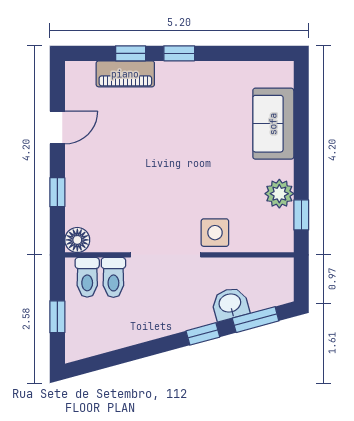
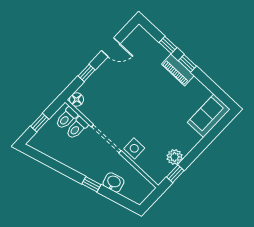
piano: (125, 74) -> (178, 70), moved
sofa: (273, 124) -> (209, 116), moved
window: (256, 320) -> (118, 198), removed

